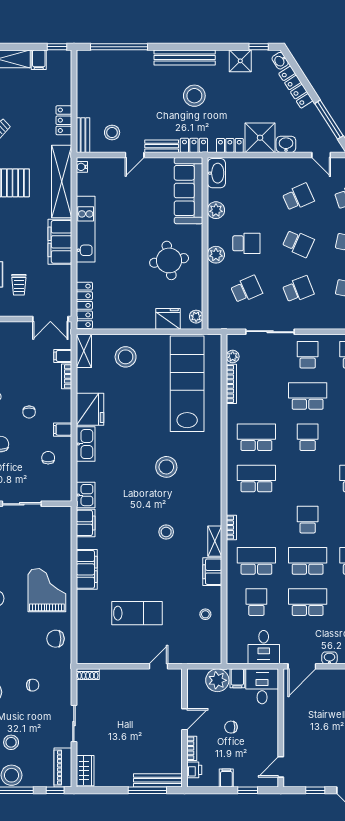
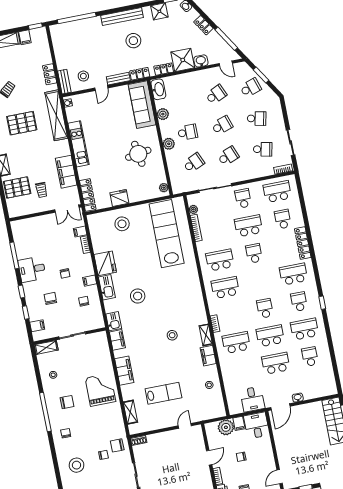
locker: (296, 87) -> (203, 25), width x0.66
filing cabinet: (60, 242) -> (66, 172), moved
school desk: (298, 243) -> (222, 125), turned -42
fridge: (168, 319) -> (119, 198), moved
shelving: (84, 351) -> (130, 412), moved
stool: (166, 467) -> (138, 296), moved
school desk: (256, 602) -> (242, 370), removed
chair: (55, 639) -> (117, 445), moved

